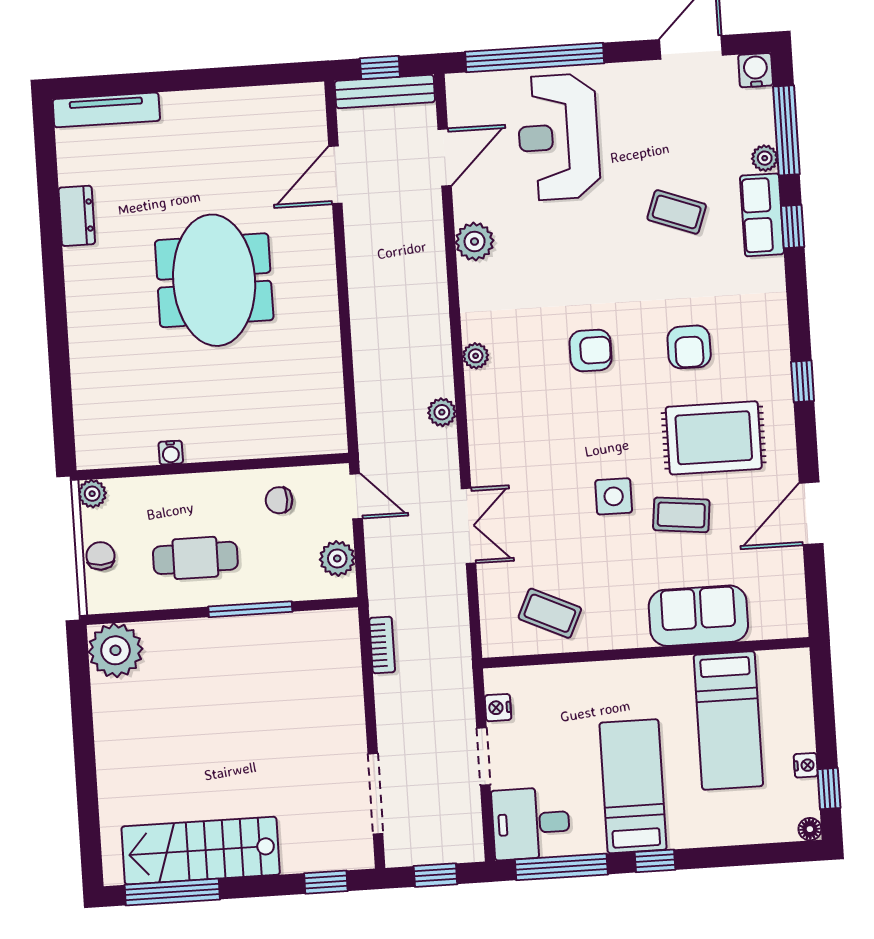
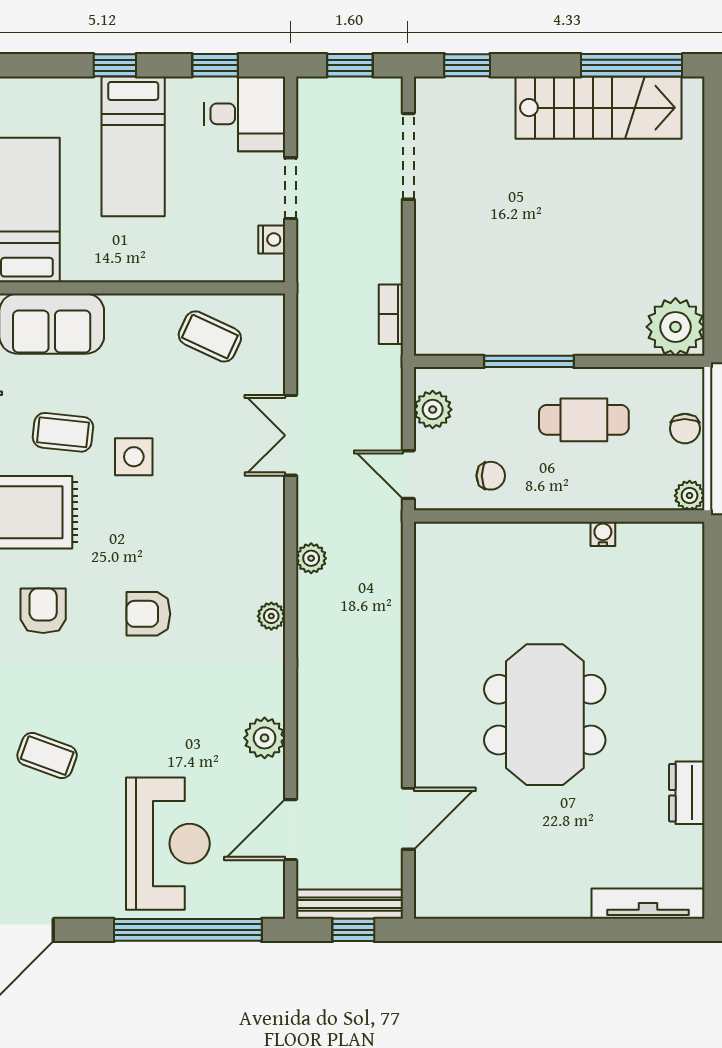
window: (561, 867) -> (215, 65), width x0.46

